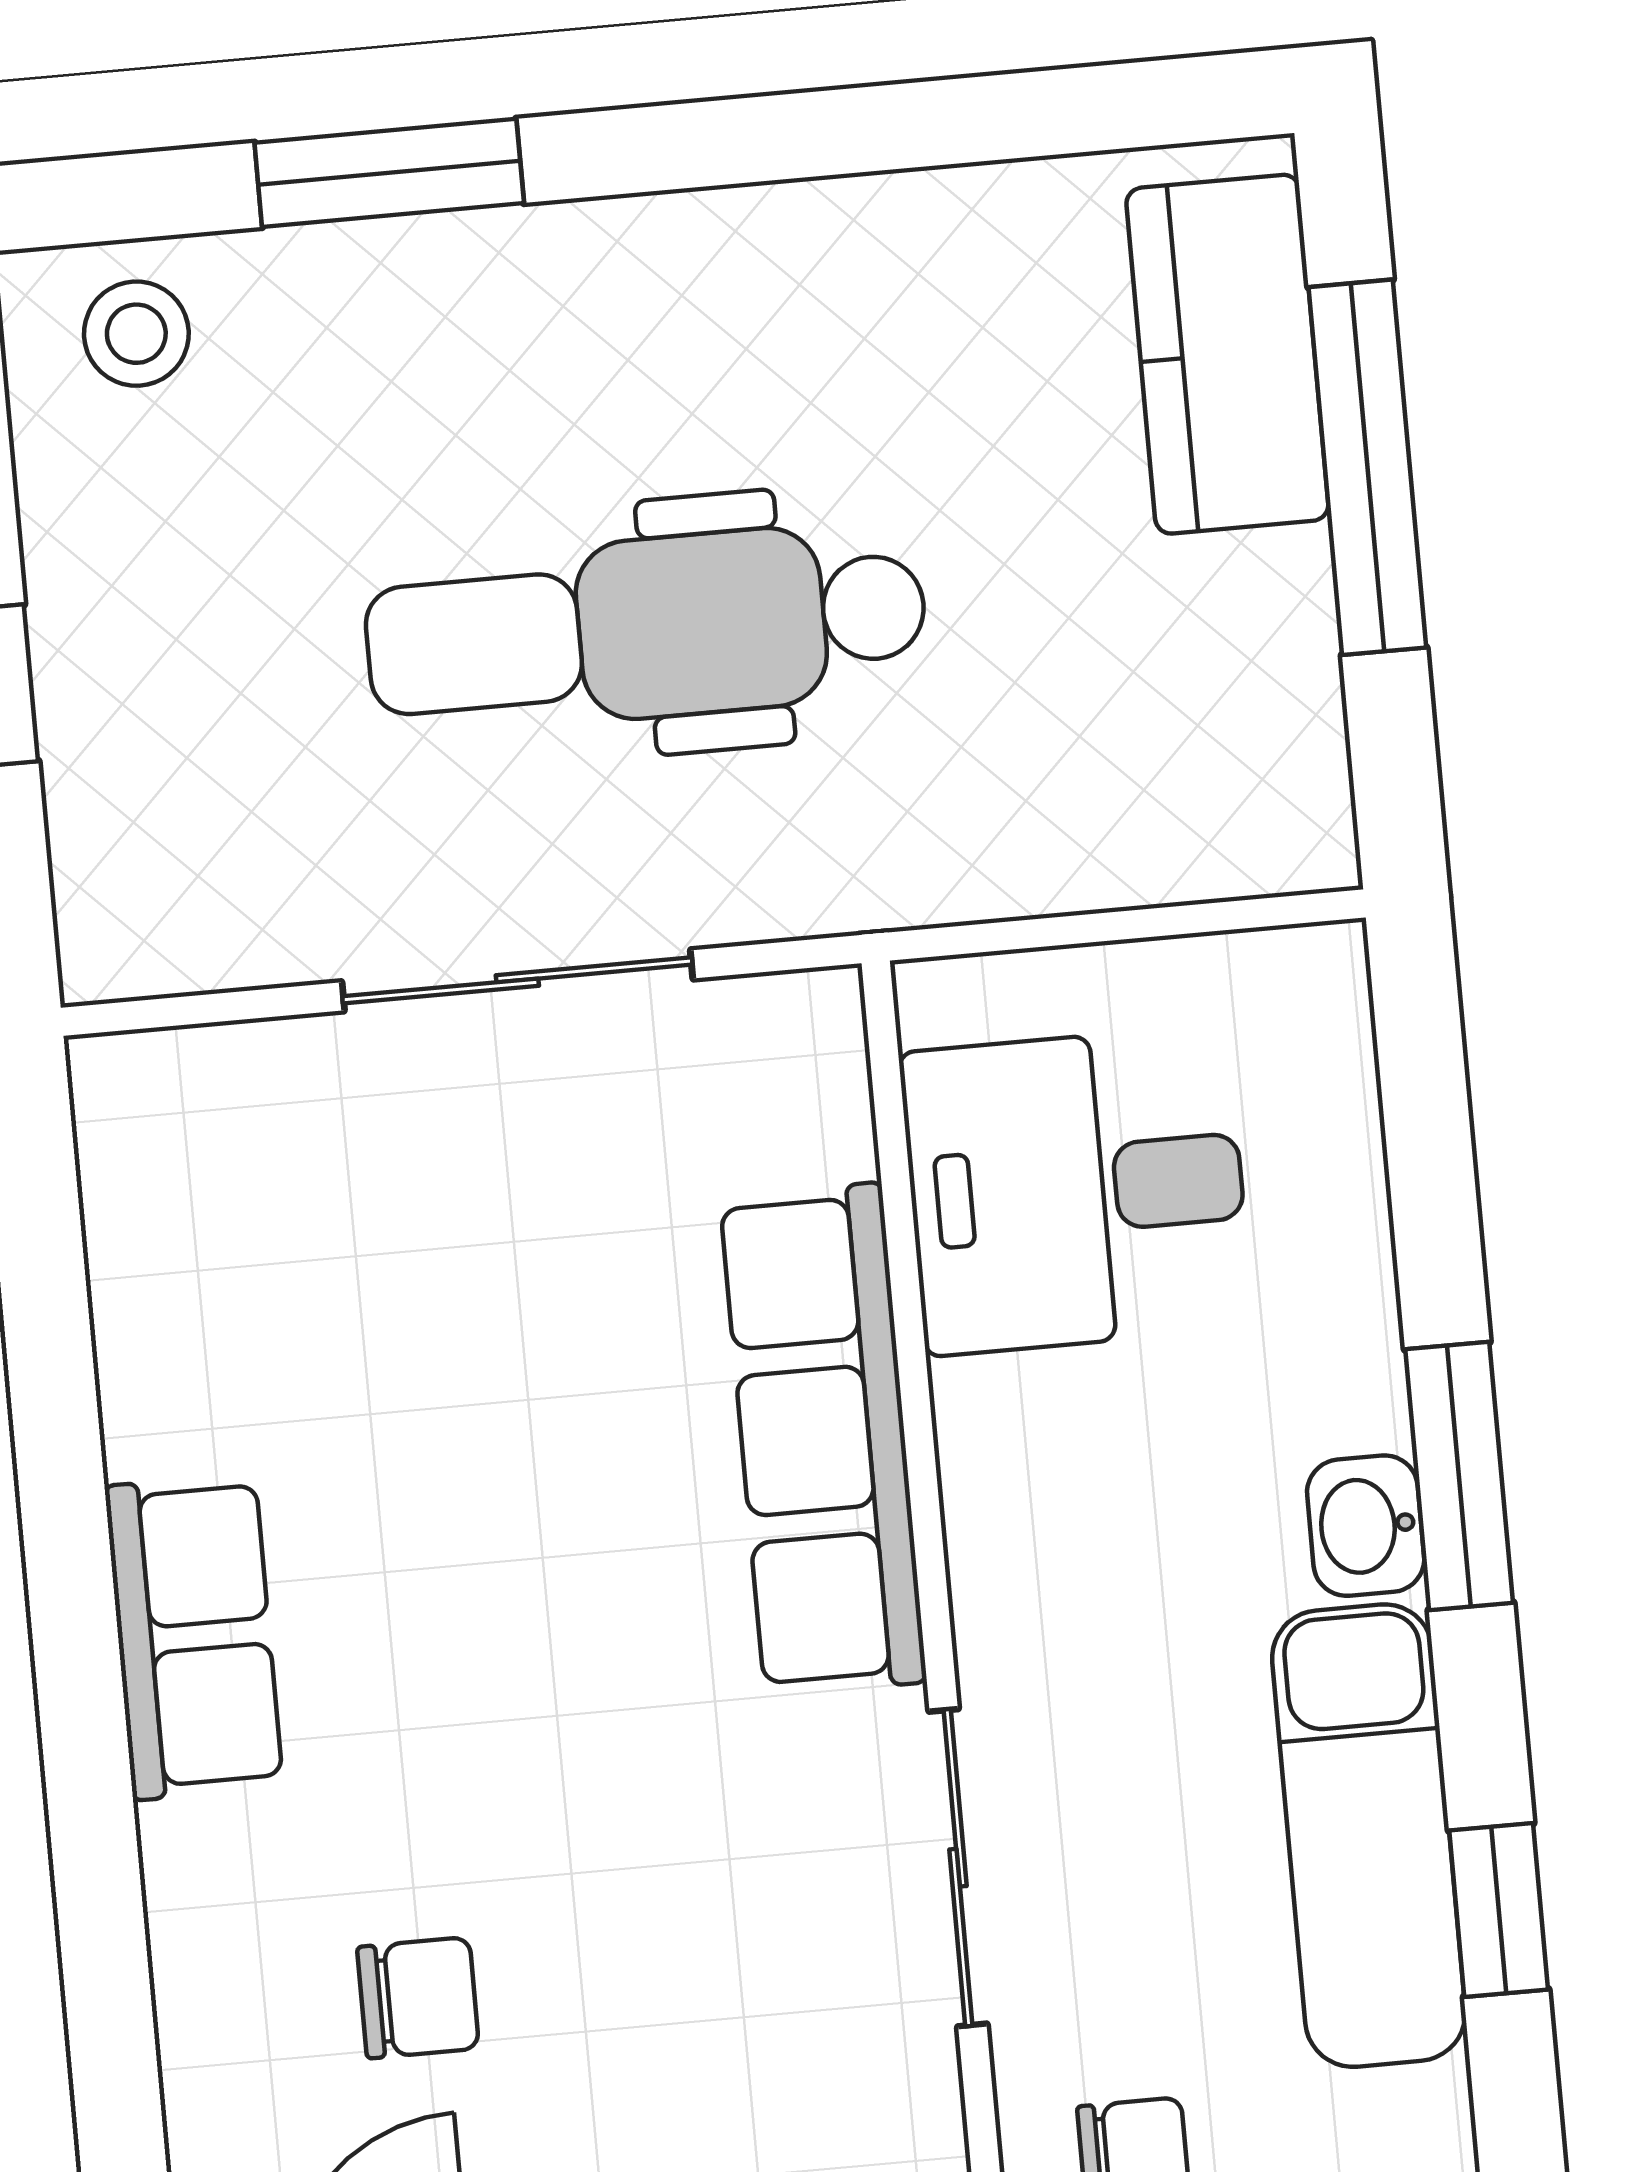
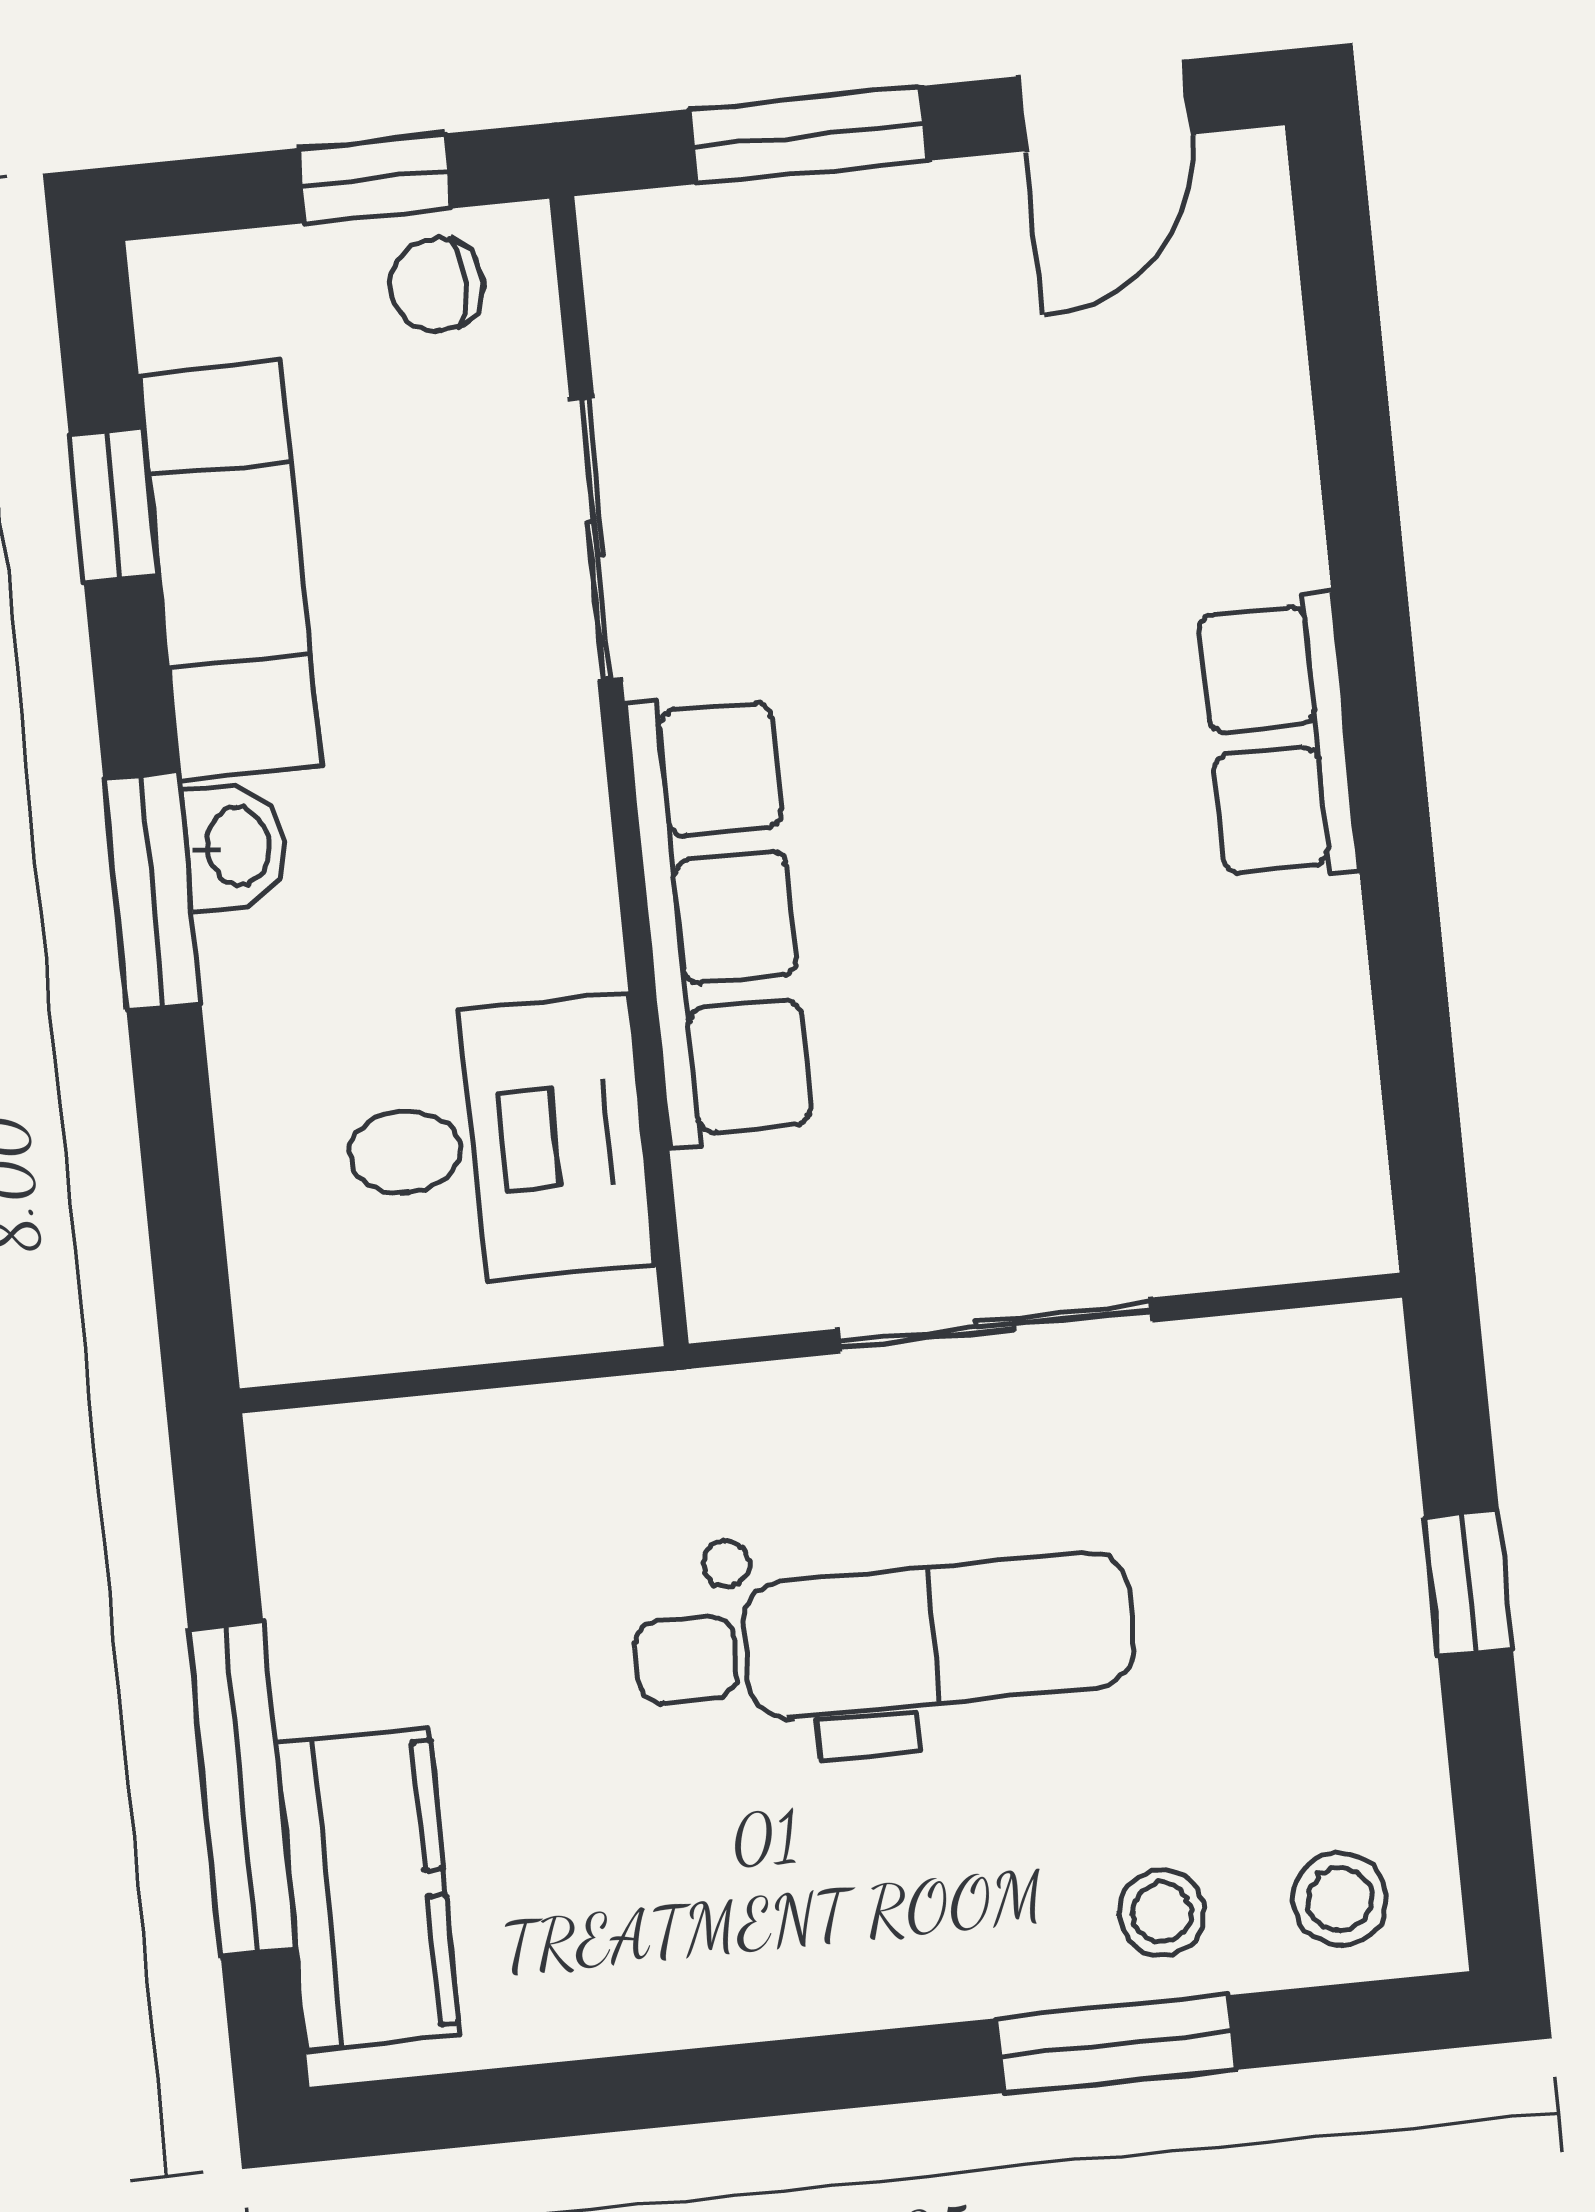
stool: (336, 320) -> (1162, 1912), added
chair: (418, 1998) -> (1076, 418), removed

